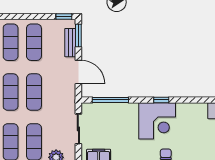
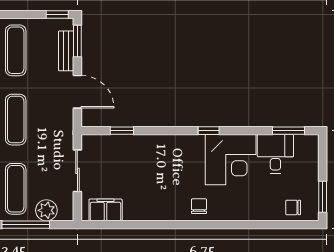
window: (110, 100) -> (122, 131), width x0.46
window: (161, 100) -> (209, 131), moved
corner desk: (157, 121) -> (231, 160), moved

